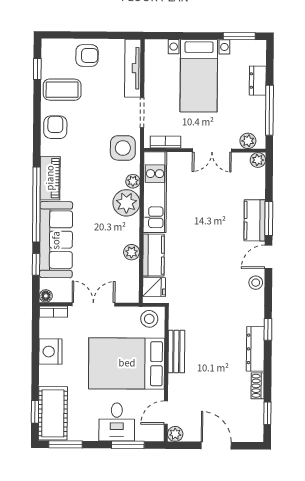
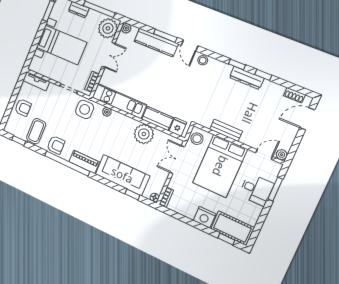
armchair: (87, 55) -> (23, 108), turned 90
tv unit: (133, 68) -> (36, 81), width x0.71
armchair: (55, 127) -> (56, 145), turned 180
plant: (248, 141) -> (108, 28), width x1.87, depth x1.87
plant: (126, 203) -> (118, 122), removed
window: (36, 204) -> (67, 164), moved
kitchen counter: (255, 220) -> (156, 43), width x1.50
plant: (132, 252) -> (144, 134), width x1.88, depth x1.88
double door: (93, 304) -> (177, 160), moved
nightstand: (50, 352) -> (205, 217), moved
shoe rack: (258, 386) -> (294, 95), moved
door: (166, 413) -> (264, 155), swing flipped
window: (267, 413) -> (263, 75), moved
window: (65, 444) -> (257, 230), removed
door: (216, 445) -> (307, 119), moved

